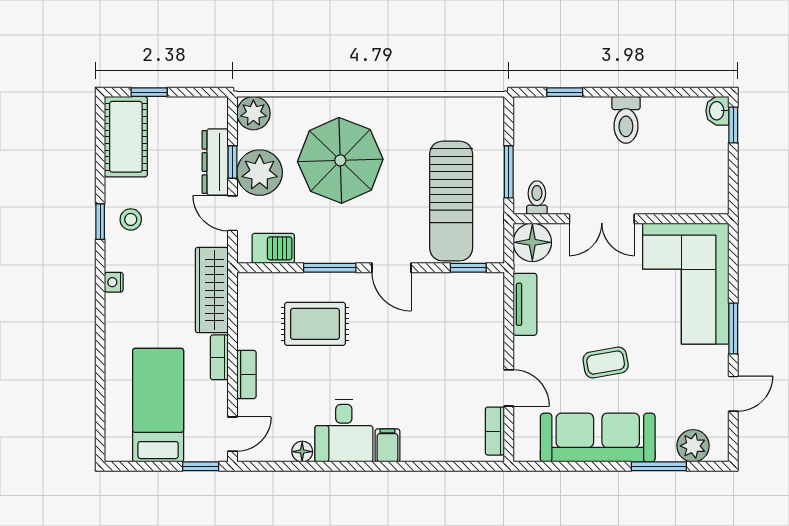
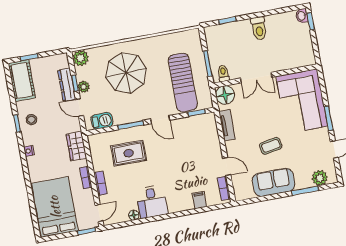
plant: (260, 173) -> (84, 87), width x0.53, depth x0.53
wardrobe: (212, 290) -> (76, 146), width x0.67
bed: (158, 405) -> (55, 207), width x1.50
sofa: (598, 438) -> (274, 182), width x0.73
filing cabinet: (387, 445) -> (199, 200), moved

